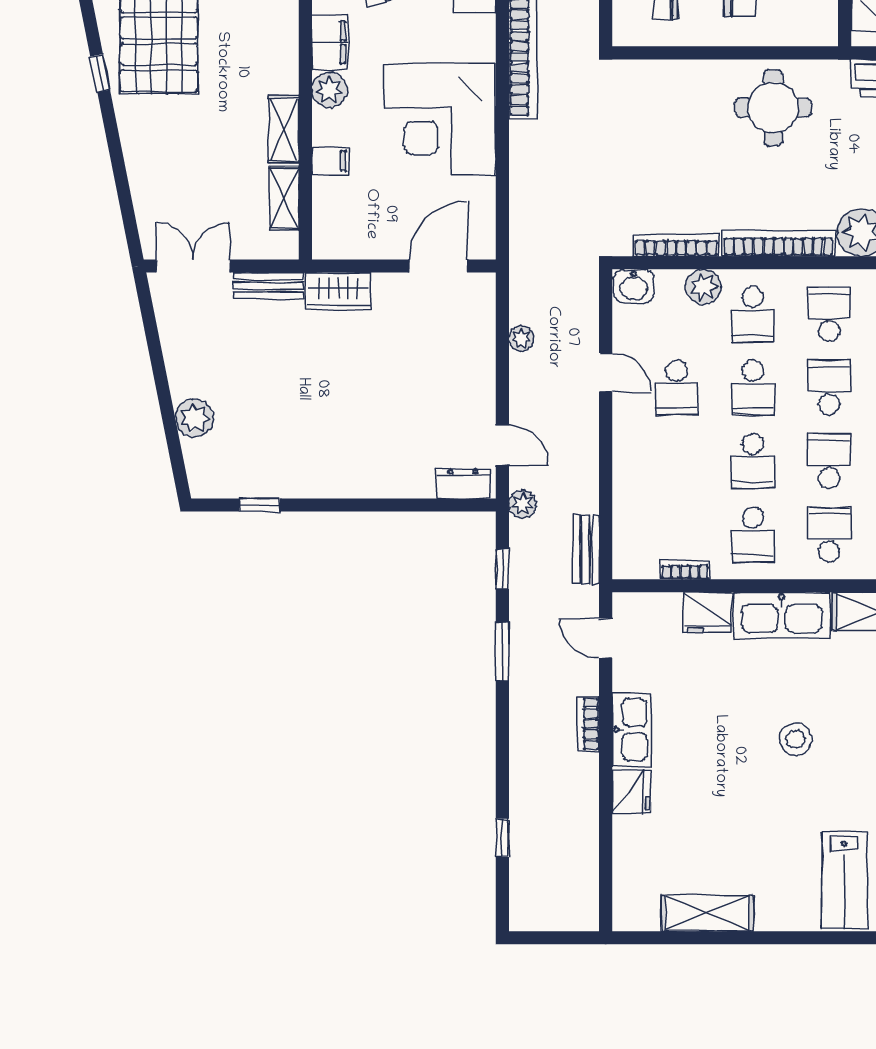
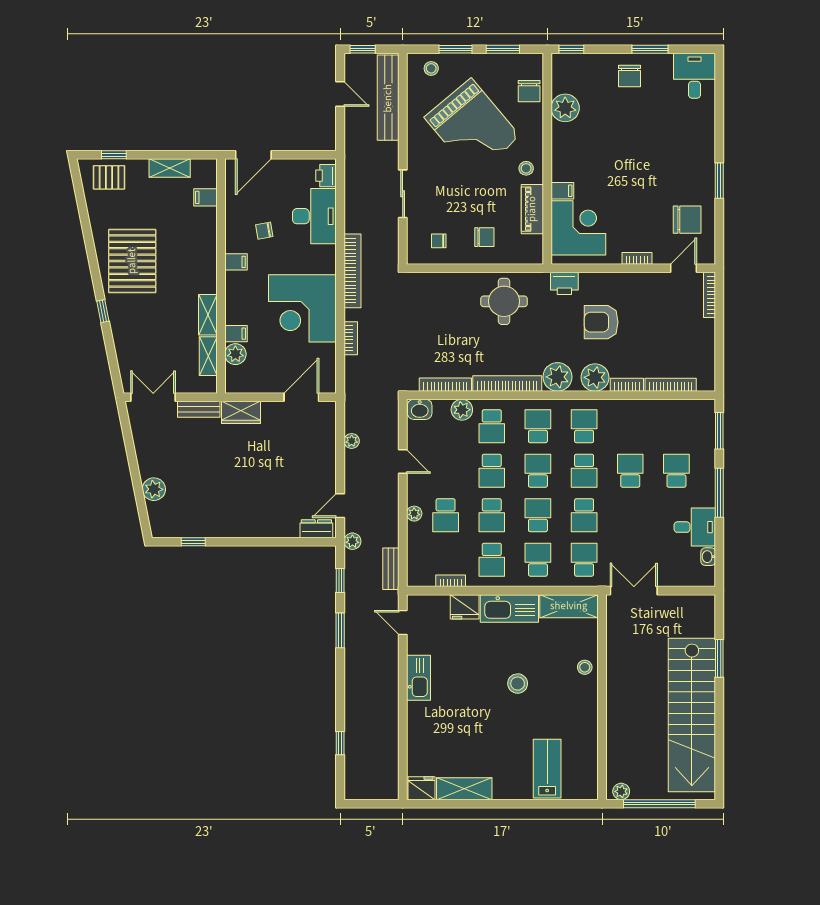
filing cabinet: (330, 42) -> (236, 262), width x0.50
window: (100, 73) -> (103, 311), moved
plant: (329, 90) -> (235, 354), moved
school desk: (677, 388) -> (446, 515), moved
door: (502, 445) -> (340, 506), swing flipped
plant: (625, 458) -> (414, 514), added
bookcase: (588, 724) -> (351, 338), moved, turned 180
fridge: (631, 792) -> (422, 788), moved, turned -90
lab bench: (844, 880) -> (547, 769), turned 180

